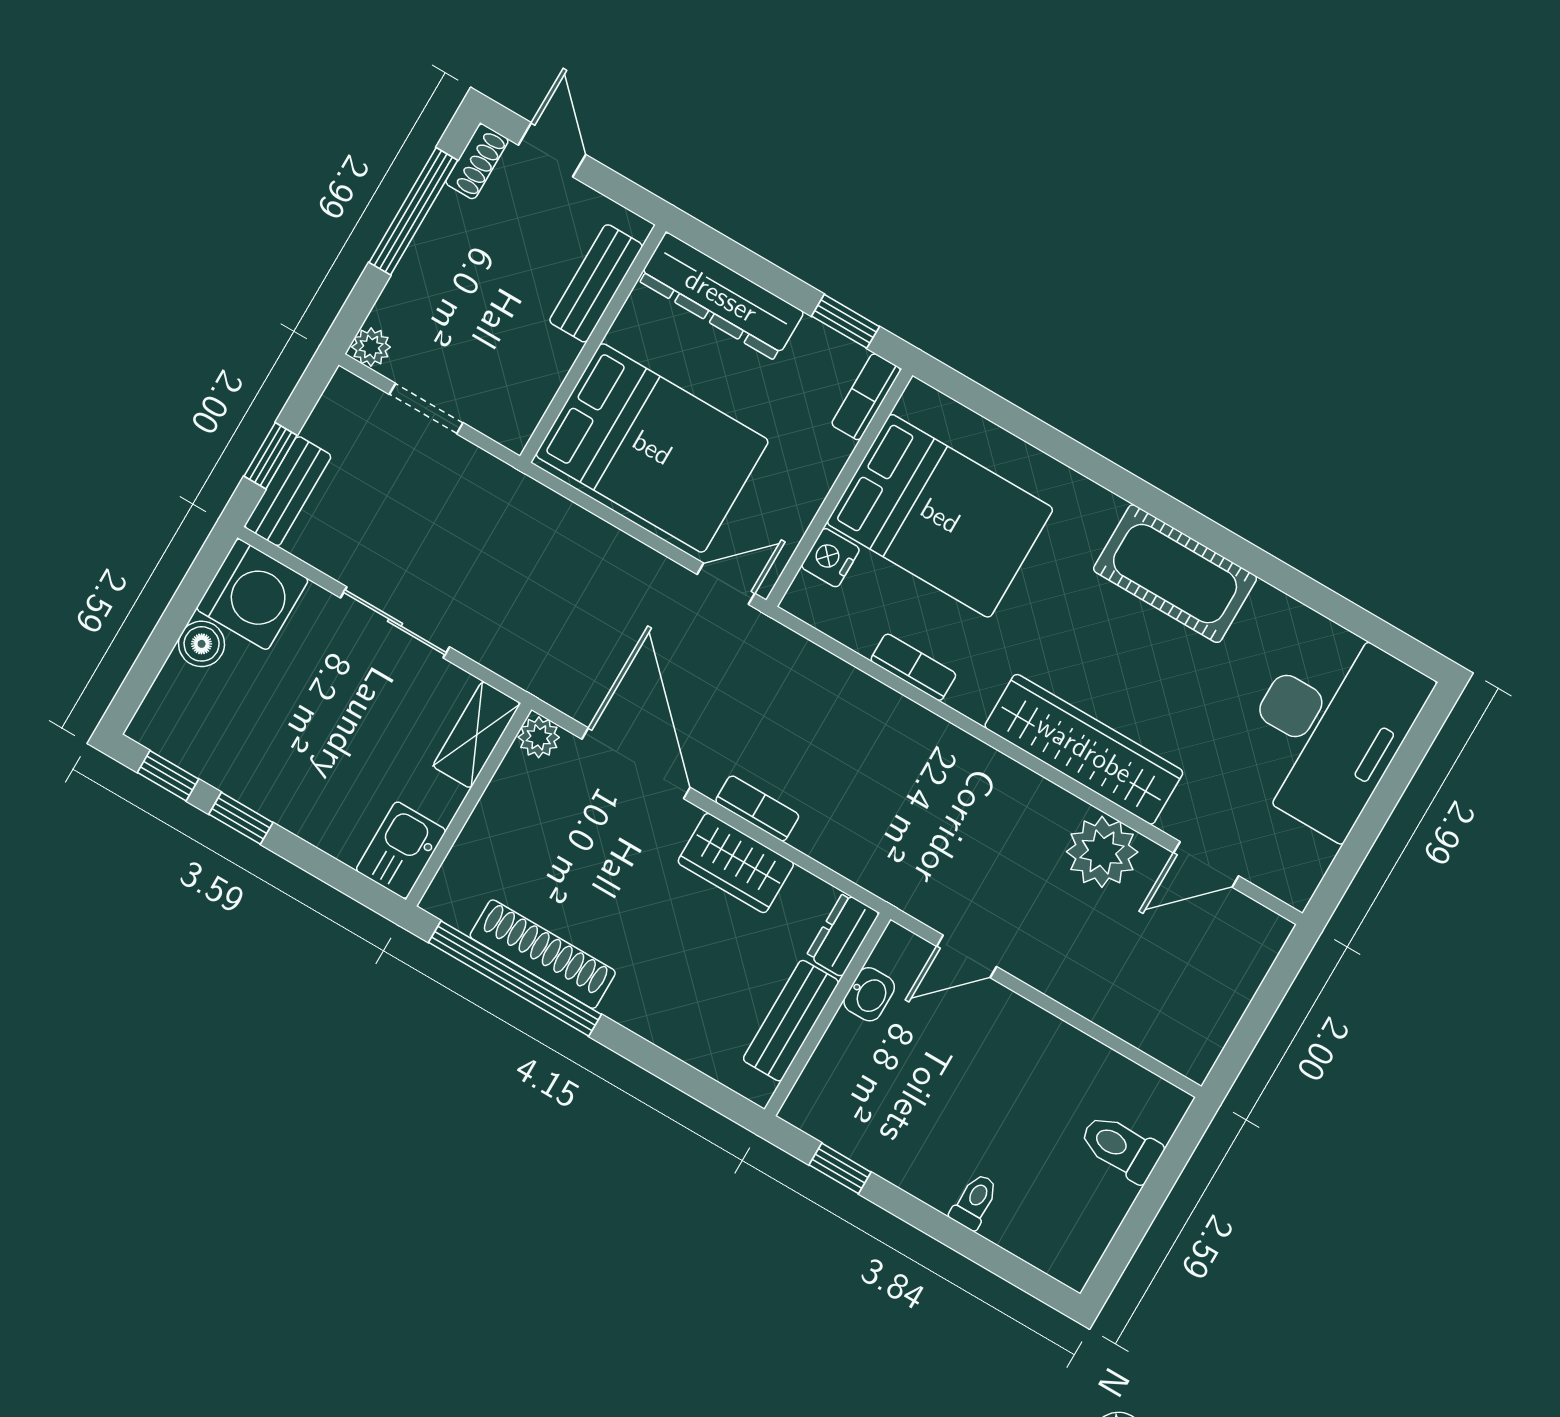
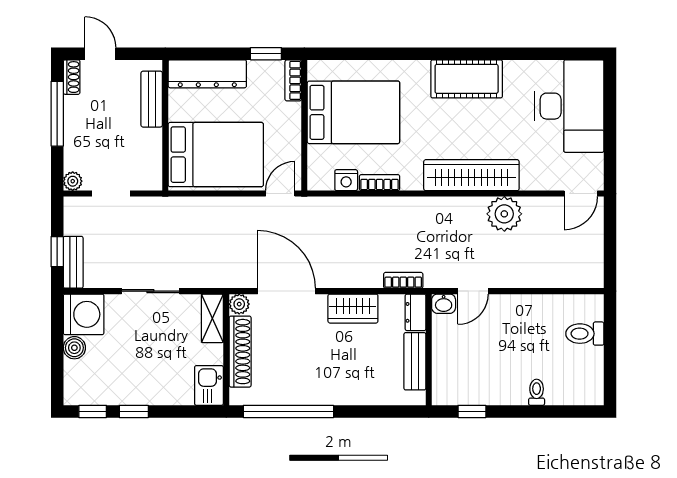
nightstand: (830, 558) -> (346, 180), moved, turned -90
bookcase: (757, 808) -> (403, 280), moved
door: (1206, 864) -> (581, 194), moved
shoe rack: (543, 954) -> (240, 352), moved, turned 90
washbasin: (869, 994) -> (444, 304), moved, turned 90

